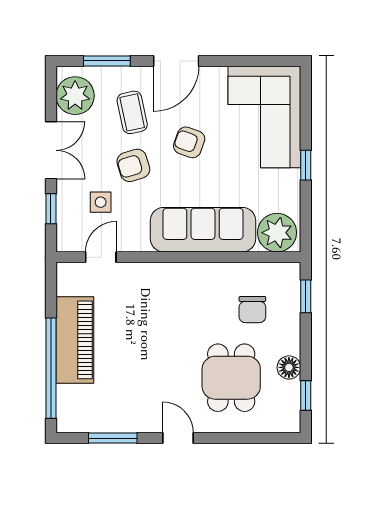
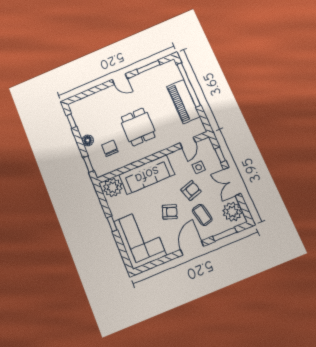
floor lamp: (289, 367) -> (88, 140), moved
dining table: (231, 378) -> (138, 127), moved

